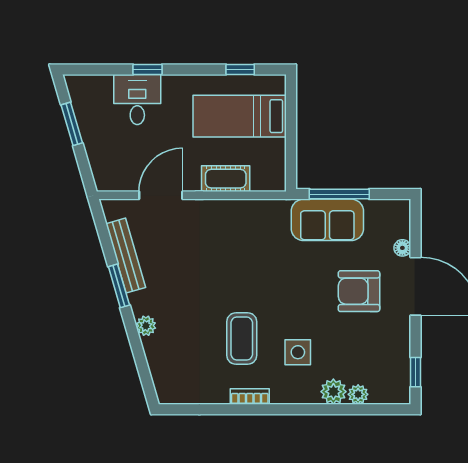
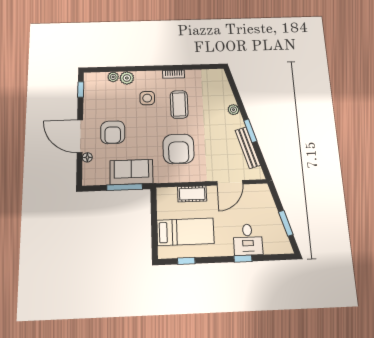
armchair: (246, 258) -> (179, 149), added
armchair: (359, 291) -> (113, 132), turned 90

